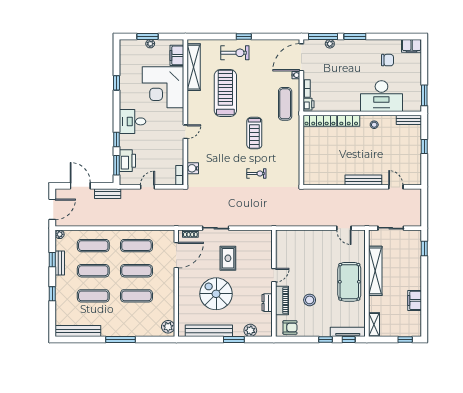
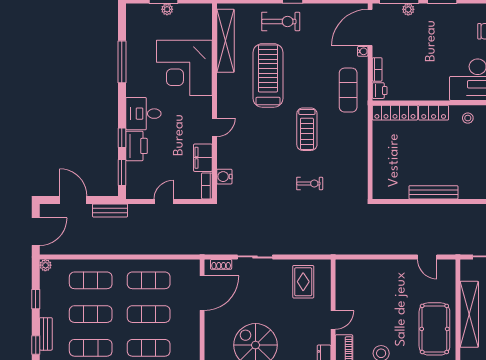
filing cabinet: (177, 55) -> (203, 158), moved
window: (117, 83) -> (122, 62), width x2.17
printer: (127, 161) -> (137, 146), moved
bench: (363, 180) -> (433, 192), moved
rug: (228, 258) -> (303, 282), moved
bench: (60, 263) -> (46, 334), moved

